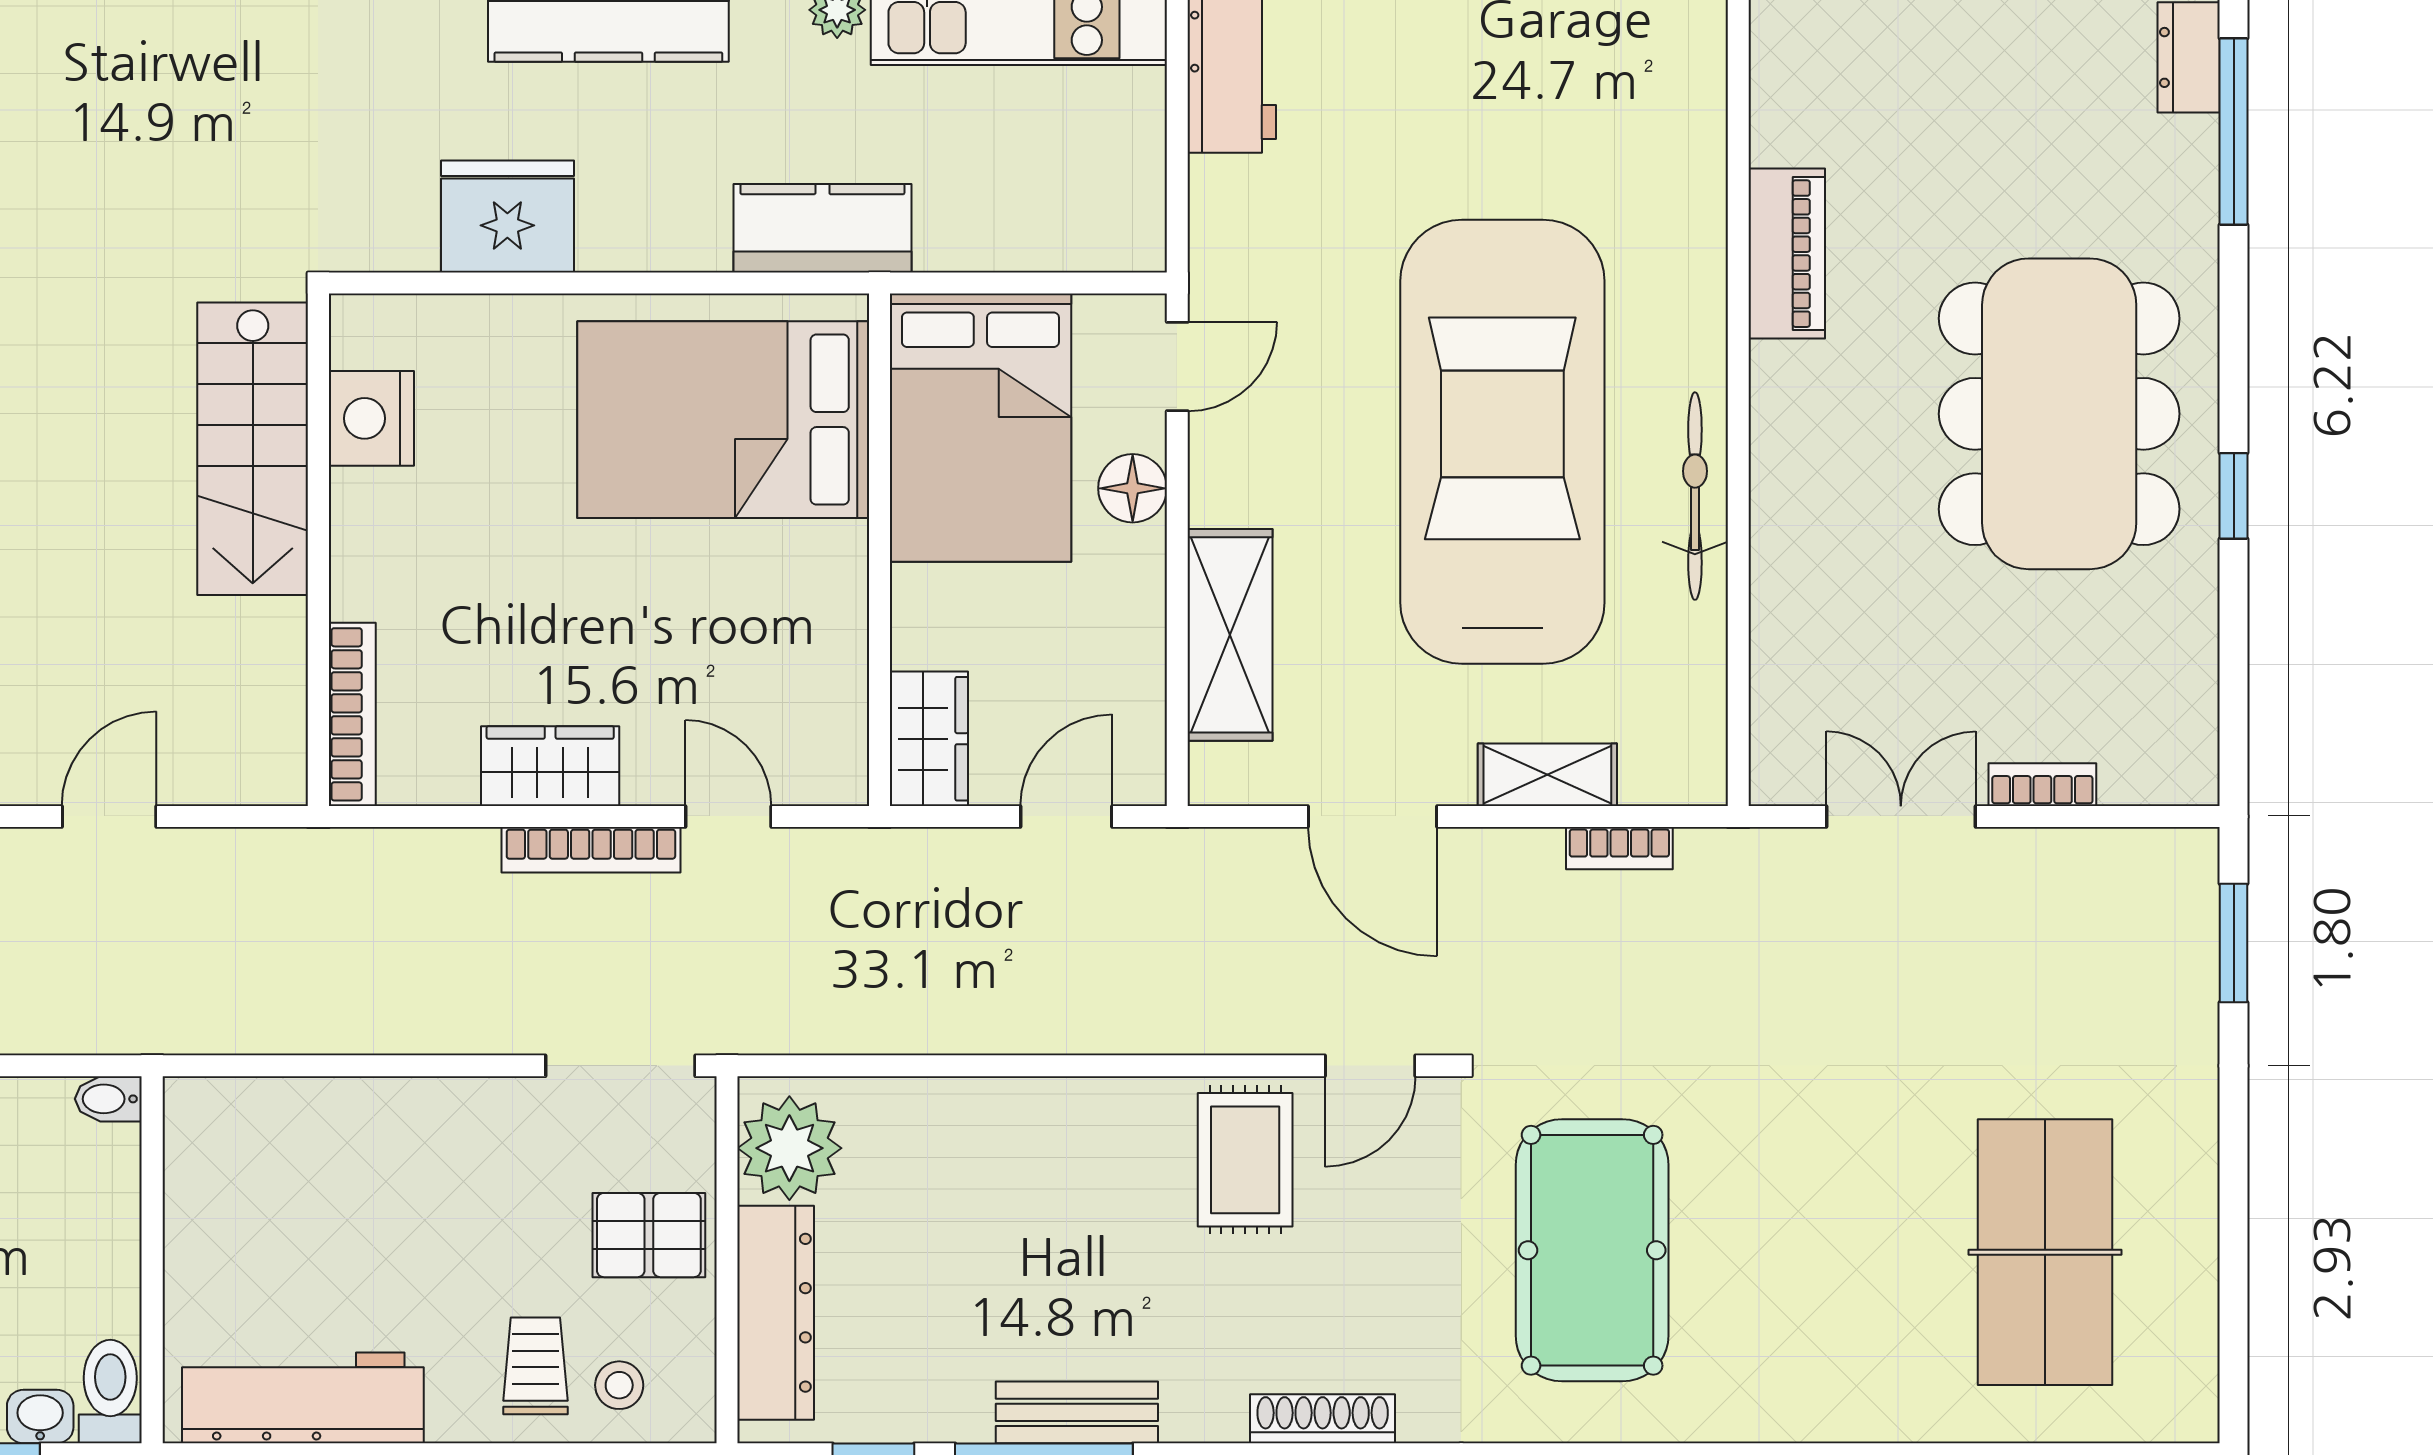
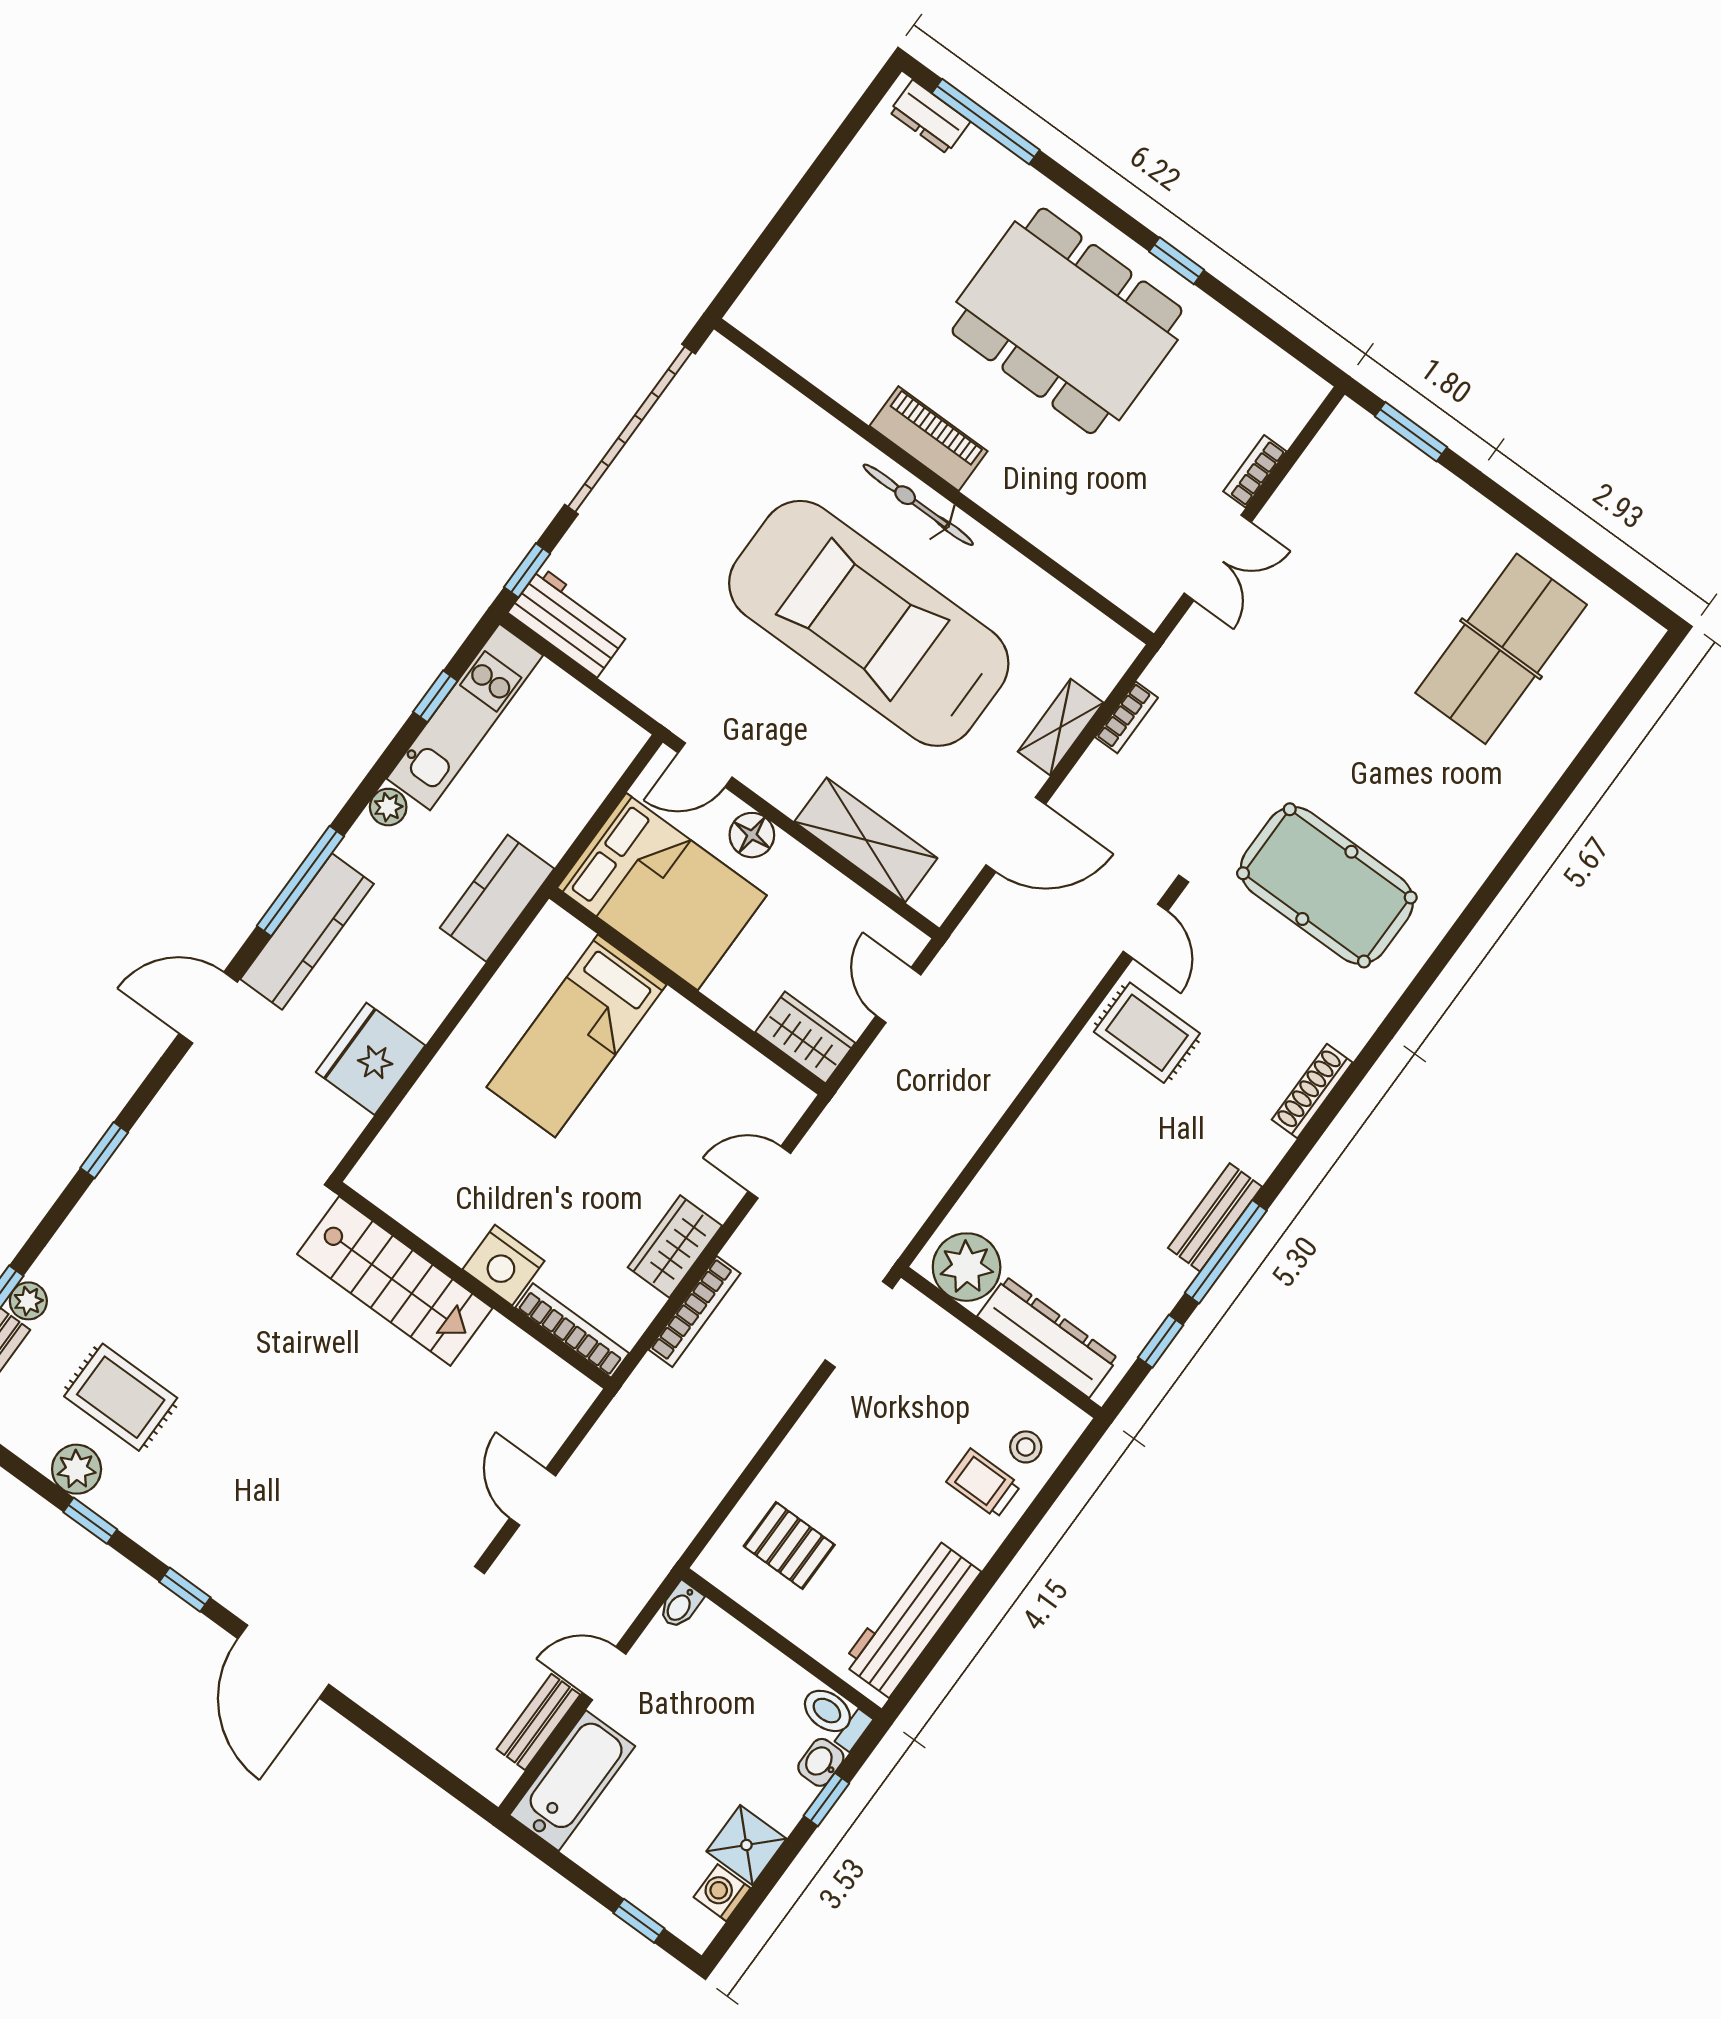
piano: (1787, 254) -> (928, 439), moved
door: (1177, 366) -> (705, 765), swing flipped
nightstand: (371, 418) -> (504, 1265), moved
bed: (723, 420) -> (577, 1036), width x0.67
bicycle: (1695, 496) -> (918, 505), moved
double door: (1901, 816) -> (1218, 558), swing flipped
bookcase: (591, 850) -> (695, 1312), moved
pallet: (649, 1235) -> (789, 1545), moved, turned 90
table tennis table: (2045, 1252) -> (1501, 649), turned 90

